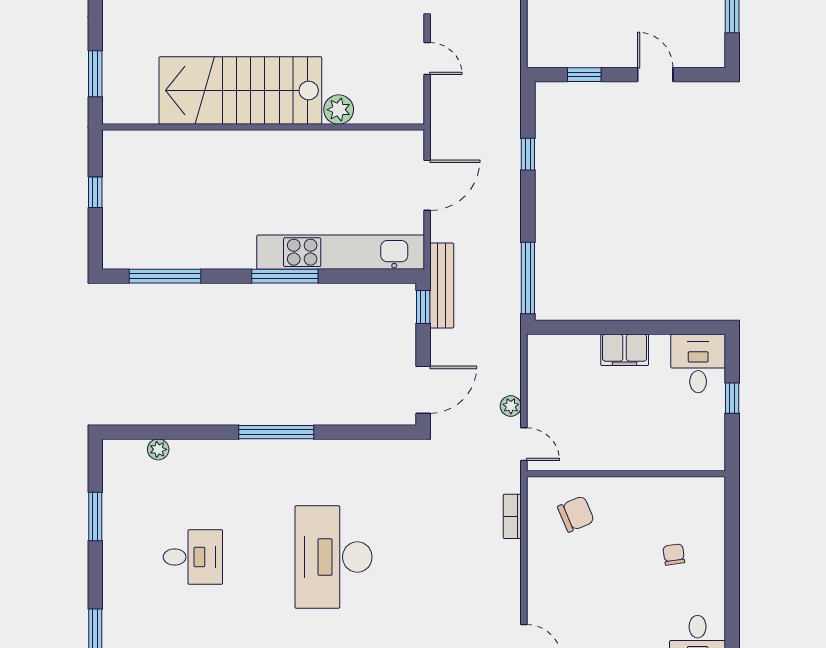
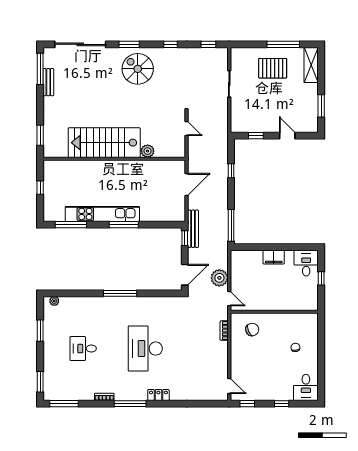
kitchen unit: (341, 252) -> (102, 214), moved
plant: (511, 406) -> (219, 278), width x1.88, depth x1.88
plant: (158, 449) -> (54, 301), moved
desk: (193, 557) -> (83, 349), turned 180

